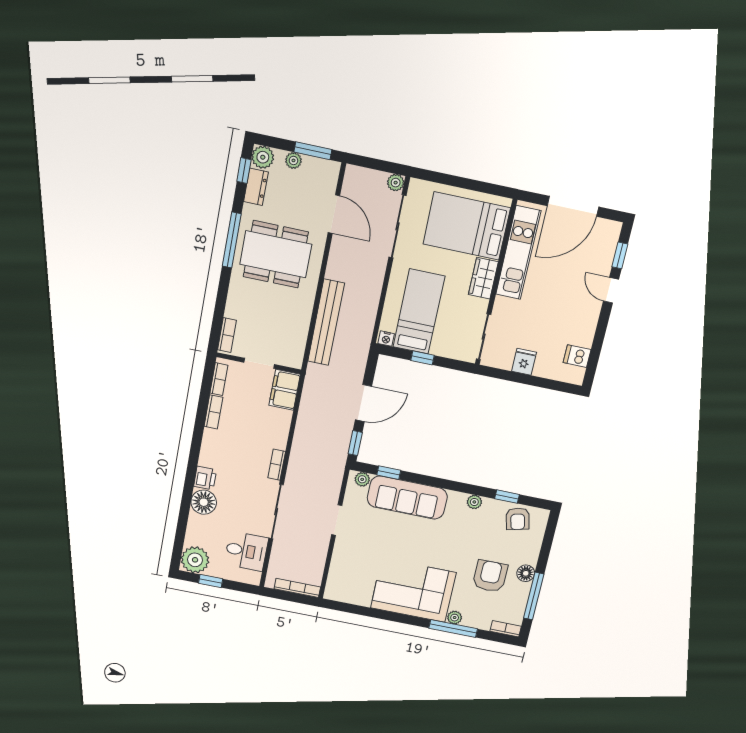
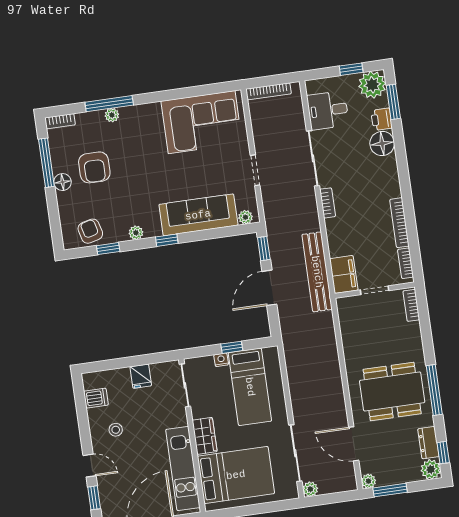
plant: (293, 160) -> (369, 481), moved
stool: (570, 317) -> (116, 430), added
bench: (326, 322) -> (317, 272), moved
nightstand: (386, 339) -> (221, 360), moved
bookcase: (213, 412) -> (399, 223), width x1.56
window: (389, 473) -> (167, 240), moved
printer: (205, 478) -> (382, 119), moved
window: (180, 537) -> (393, 102), added
corner sofa: (413, 590) -> (202, 122), moved

